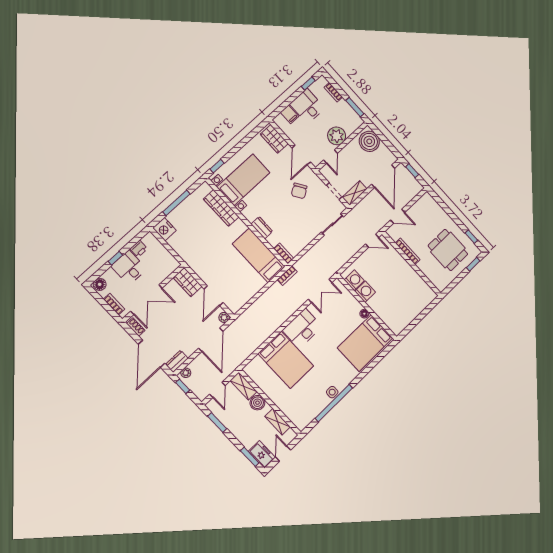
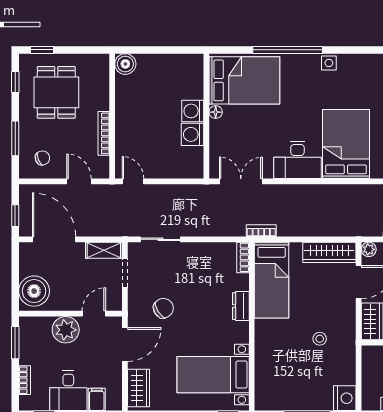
door: (383, 176) -> (54, 239), hinge flipped
wardrobe: (221, 208) -> (329, 252), moved, turned 90
window: (446, 209) -> (15, 138), added
chair: (425, 211) -> (42, 158), added
stool: (206, 248) -> (320, 339), added
washing machine: (354, 280) -> (193, 111), moved
boiler: (429, 295) -> (125, 64), added
window: (334, 403) -> (288, 50), moved

